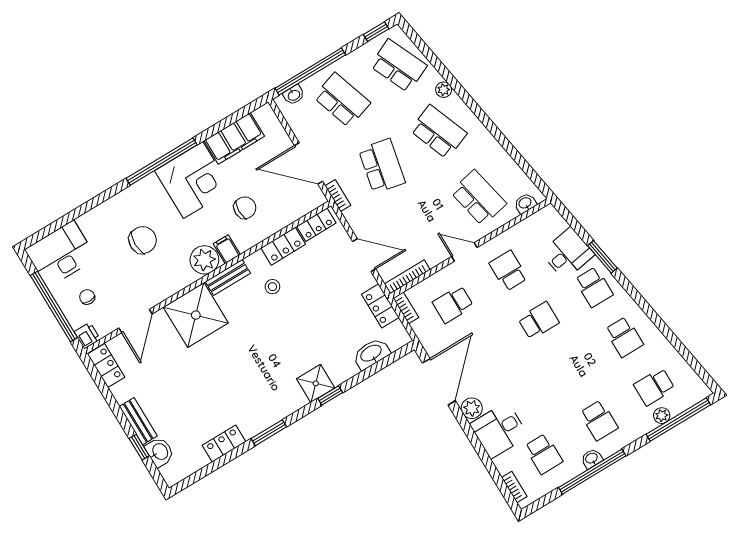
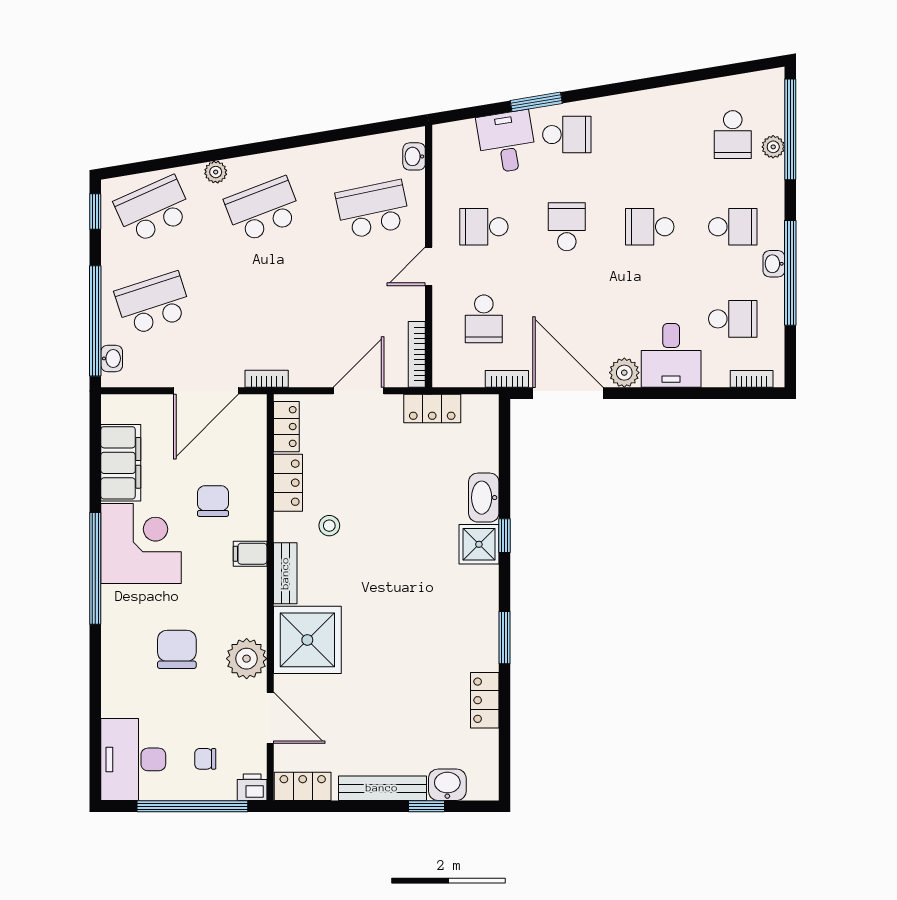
school desk: (382, 166) -> (263, 303), removed
plant: (204, 260) -> (247, 659), moved
bookcase: (406, 308) -> (507, 379), moved
school desk: (624, 337) -> (650, 227), moved, turned 180
washbasin: (371, 354) -> (484, 498), moved
bench: (138, 421) -> (382, 788), width x1.36

